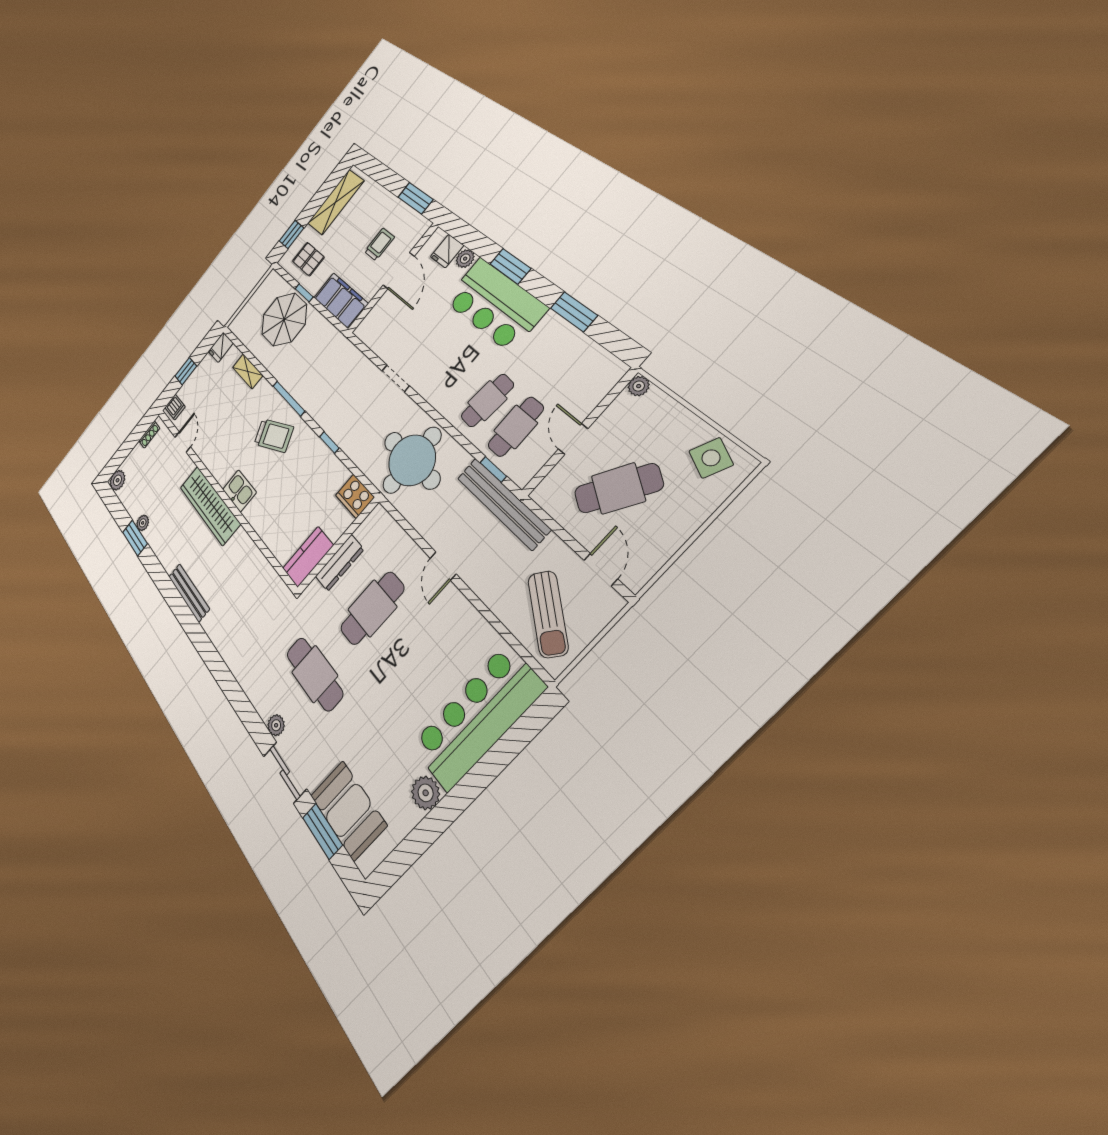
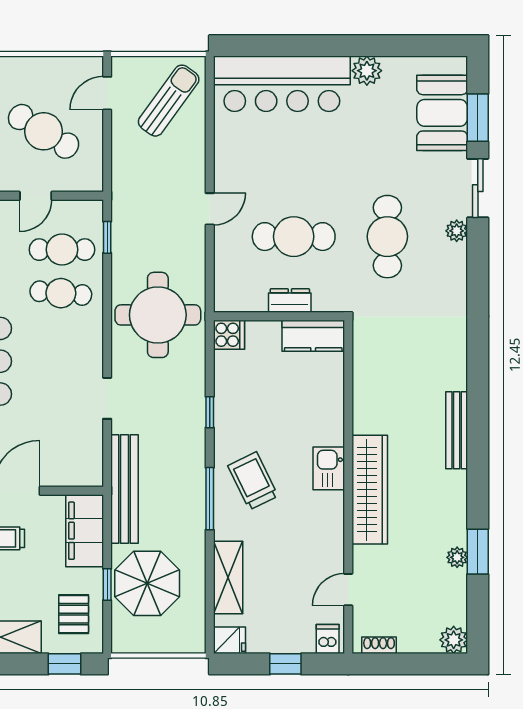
shelving: (248, 371) -> (228, 577), width x1.50, depth x1.33
cooker: (355, 496) -> (229, 335), width x0.73
bench: (503, 503) -> (124, 489), moved
dresser: (339, 563) -> (290, 301), width x0.70

